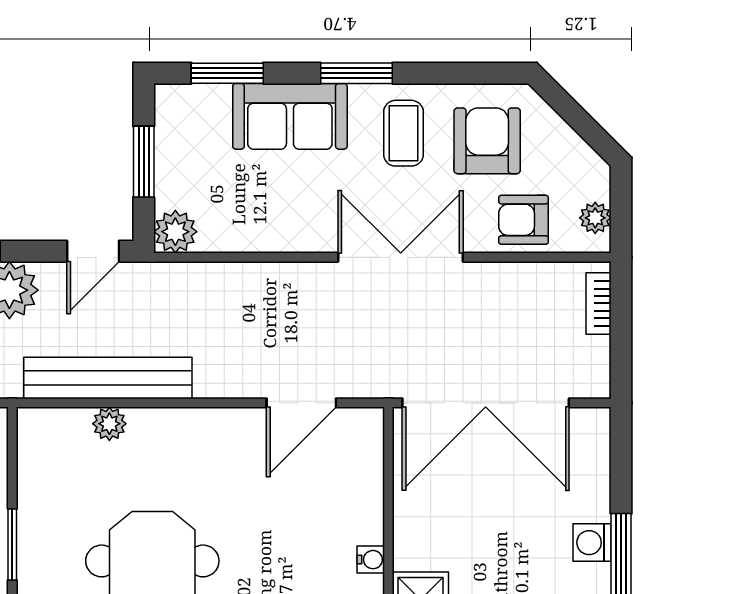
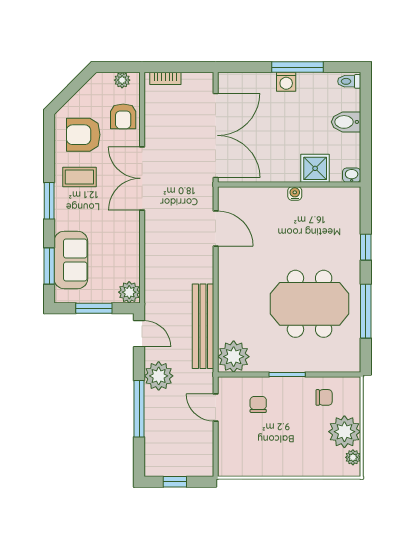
sofa: (290, 116) -> (71, 260), moved
plant: (109, 424) -> (234, 357), moved, width x1.88, depth x1.88

